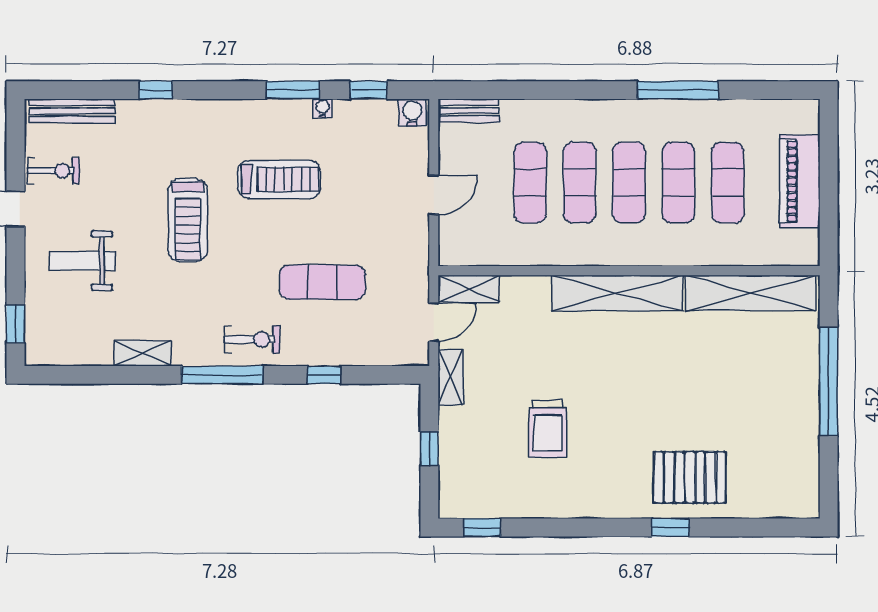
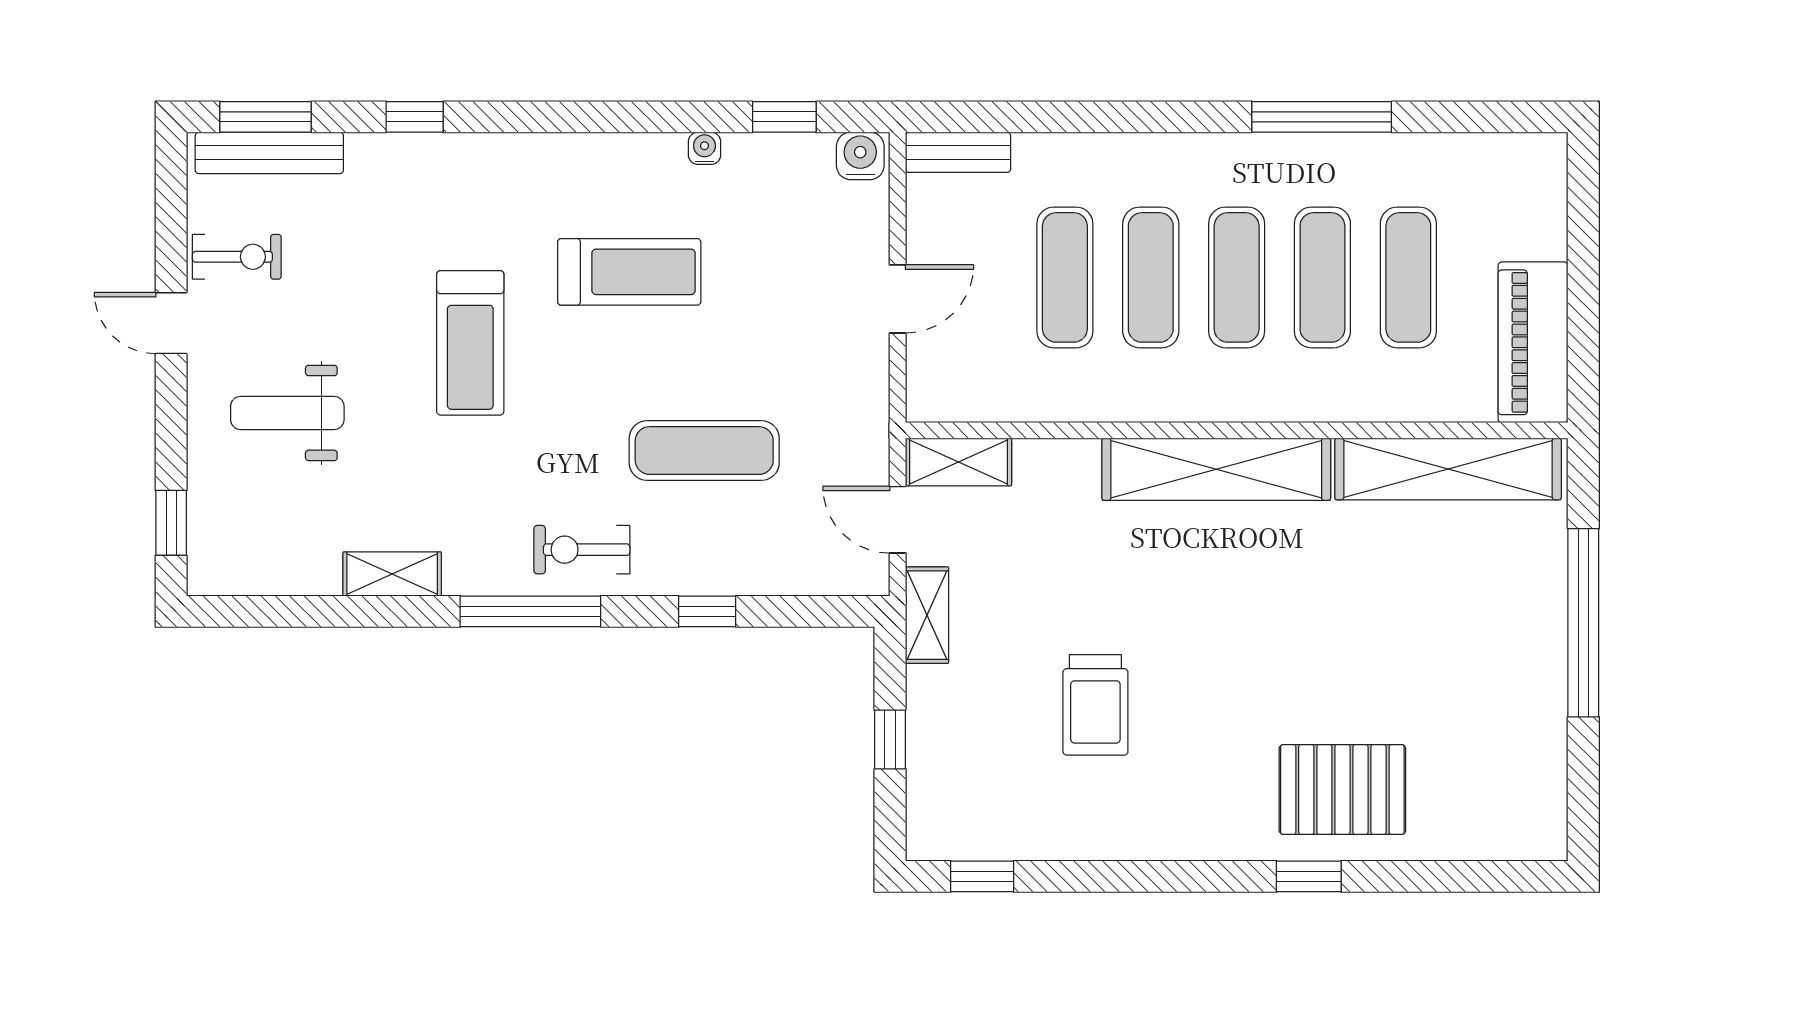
window: (293, 90) -> (265, 117), moved
piano: (800, 181) -> (1533, 342), moved
door: (434, 322) -> (898, 520), swing flipped
exercise bike: (252, 339) -> (582, 550), turned 180

